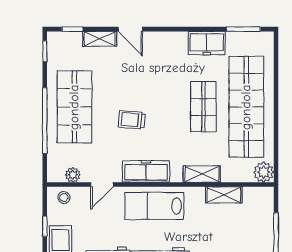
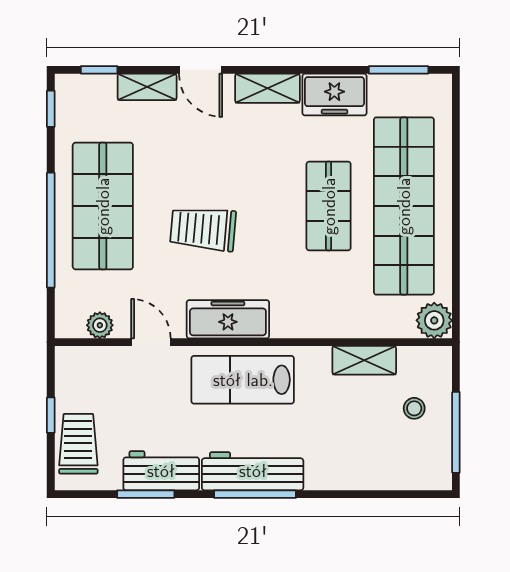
trolley: (132, 120) -> (203, 229), width x1.36, depth x1.39
shelving: (202, 174) -> (267, 88), moved
door: (102, 185) -> (151, 342), swing flipped
stool: (64, 197) -> (414, 408), moved

